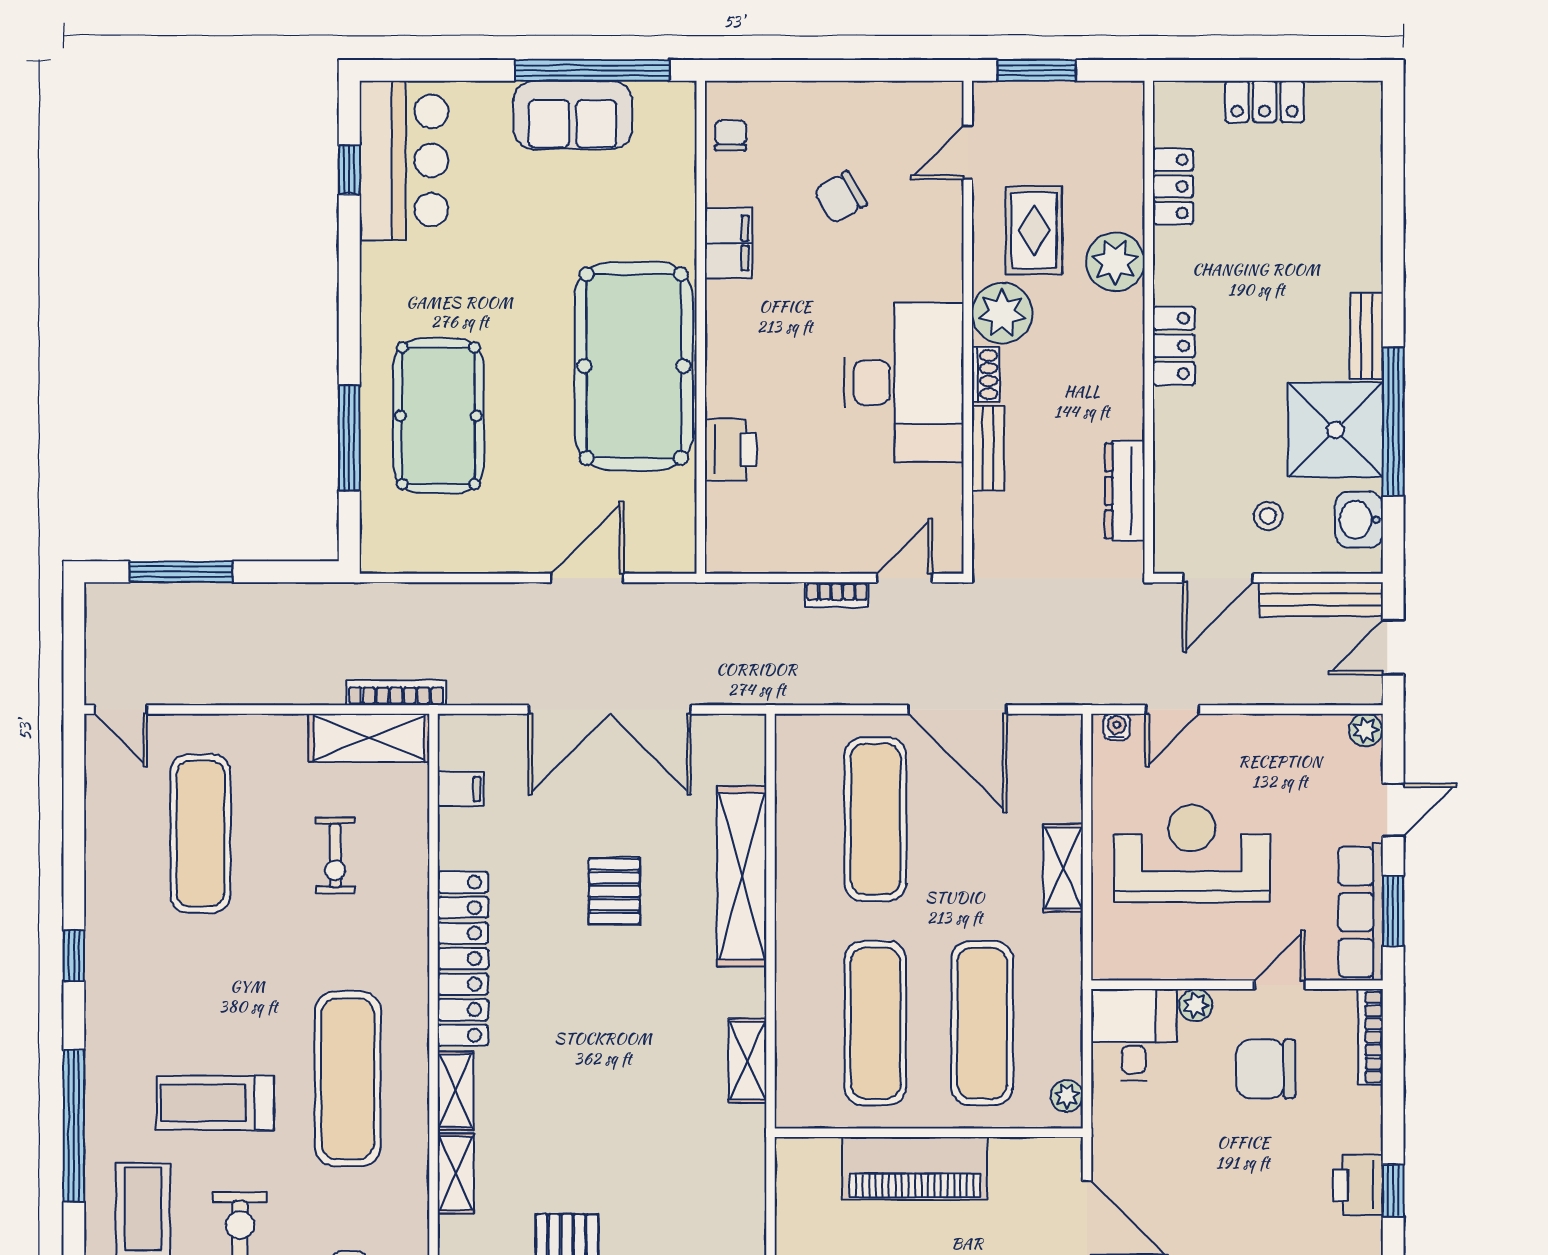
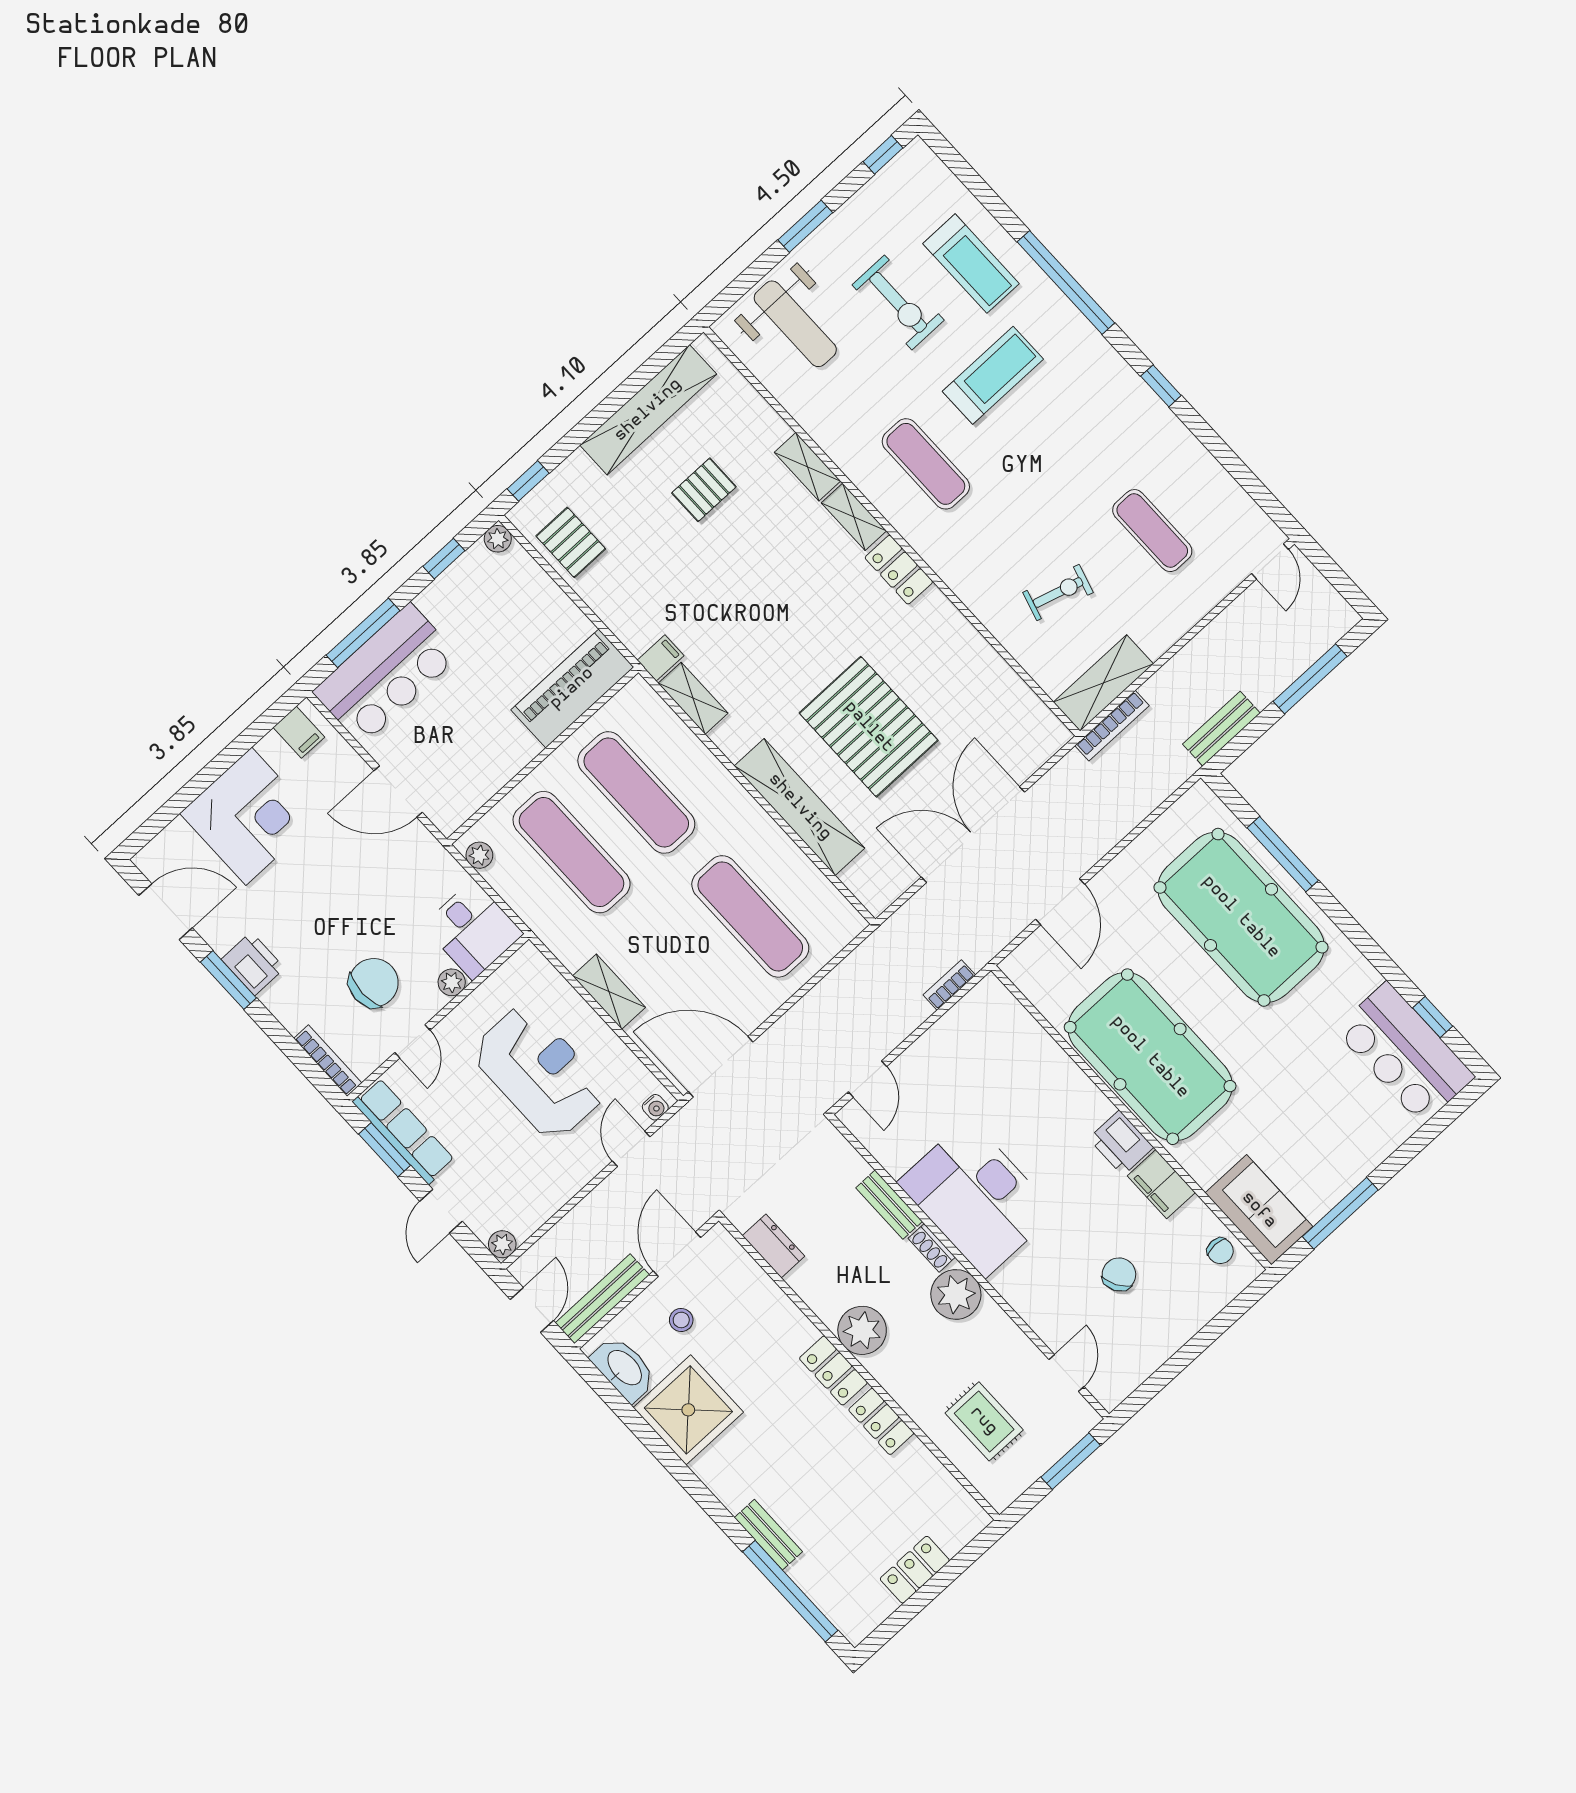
window: (593, 70) -> (1340, 1213), width x0.68
sofa: (573, 115) -> (1259, 1210), moved, turned 90
locker: (1173, 186) -> (881, 1421), moved
rug: (1034, 230) -> (984, 1421), moved
plant: (1115, 262) -> (862, 1330), moved
bench: (1366, 336) -> (768, 1535), moved
pool table: (438, 416) -> (1241, 917), width x1.36, depth x1.32
window: (1393, 422) -> (790, 1591), moved
printer: (730, 450) -> (1121, 1143), moved
dresser: (1125, 491) -> (774, 1246), width x0.70
washbasin: (1359, 520) -> (624, 1368), width x1.38
bookcase: (837, 595) -> (949, 985), moved
bench: (301, 600) -> (1221, 729), added
door: (121, 709) -> (1270, 561), swing flipped
door: (957, 709) -> (721, 1067), moved
filing cabinet: (461, 789) -> (661, 658), moved, turned 180
exercise mat: (200, 834) -> (1152, 531), width x0.73, depth x0.69
reception desk: (1192, 854) -> (539, 1072), turned -90
exercise bike: (335, 856) -> (1058, 592), turned 106
pallet: (614, 891) -> (869, 727), width x2.05, depth x2.00
locker: (463, 959) -> (899, 570), width x0.46, depth x0.83
exercise mat: (348, 1079) -> (926, 464), width x0.73, depth x0.69
piano: (915, 1168) -> (572, 688), moved
window: (1393, 1191) -> (228, 980), width x1.50

